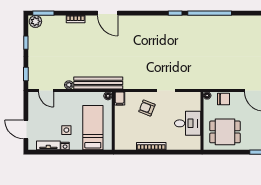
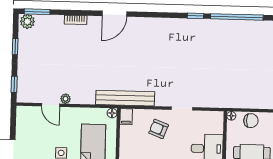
door: (108, 13) -> (114, 14), hinge flipped
bench: (98, 83) -> (125, 98), moved
door: (46, 90) -> (51, 105), moved

